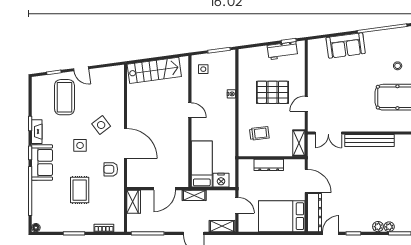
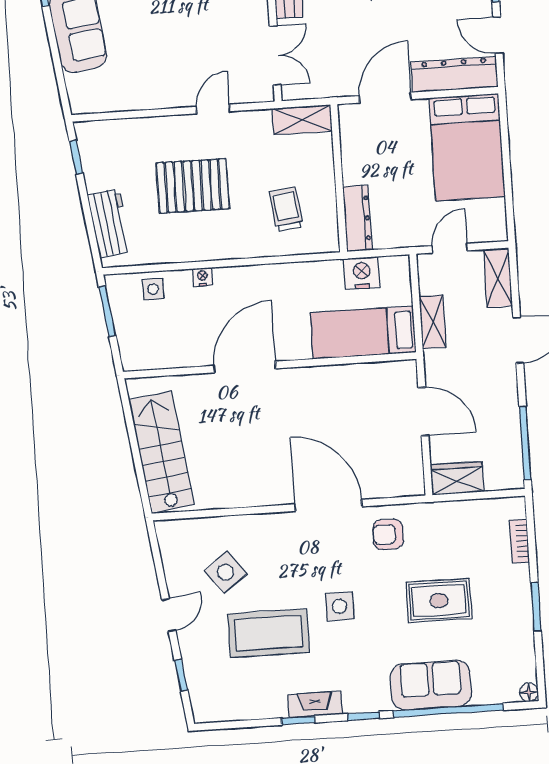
workbench: (282, 51) -> (110, 223), moved
side table: (203, 69) -> (153, 289), moved
pallet: (272, 92) -> (193, 186), turned 90
coffee table: (64, 97) -> (269, 633), moved
door: (306, 104) -> (213, 109), swing flipped
door: (190, 110) -> (245, 367), width x1.88
side table: (101, 125) -> (226, 572), moved
door: (126, 143) -> (328, 505), hinge flipped
sofa: (42, 162) -> (431, 685), moved
dresser: (269, 165) -> (357, 218), moved
armchair: (111, 169) -> (388, 534), turned 90
nightstand: (221, 180) -> (362, 273), moved, turned -90
shelving: (194, 195) -> (432, 322), moved

